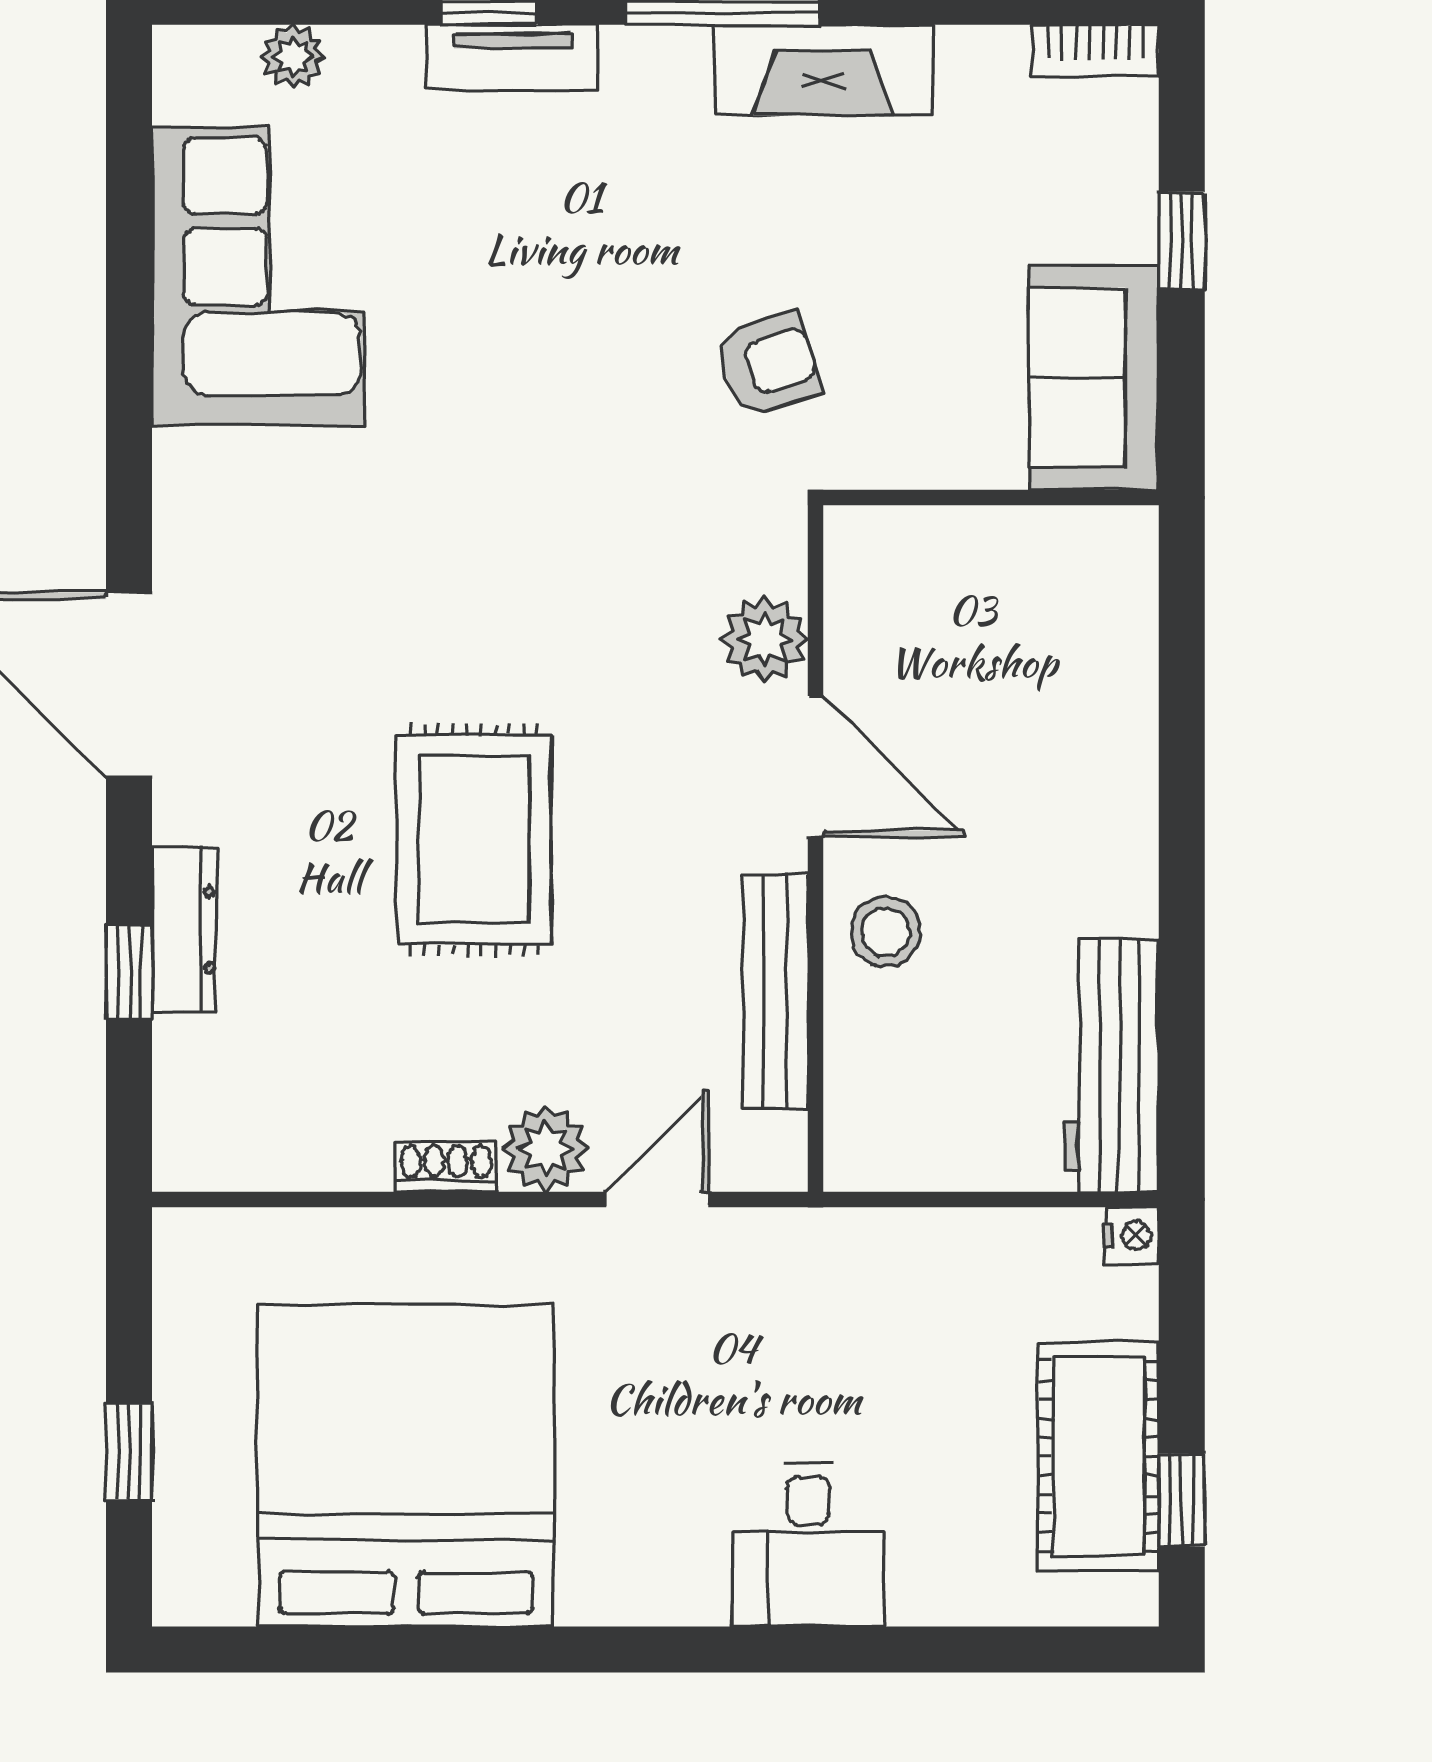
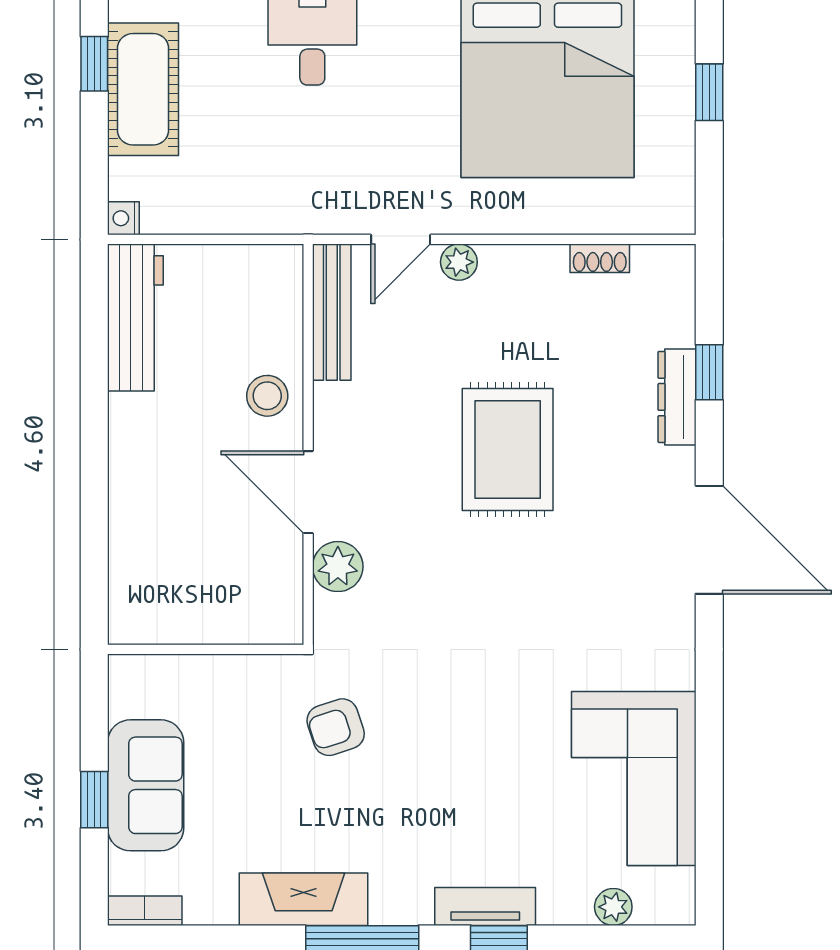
sofa: (1094, 378) -> (146, 785), moved
bench: (775, 991) -> (332, 312), moved
plant: (546, 1149) -> (459, 262), width x0.73, depth x0.73
shoe rack: (446, 1167) -> (600, 258), moved

